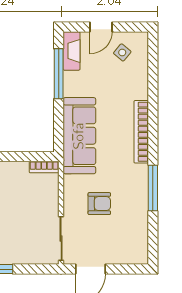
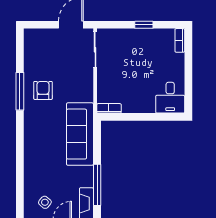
bookcase: (141, 132) -> (29, 137), removed
armchair: (99, 204) -> (43, 90), moved, turned 90

